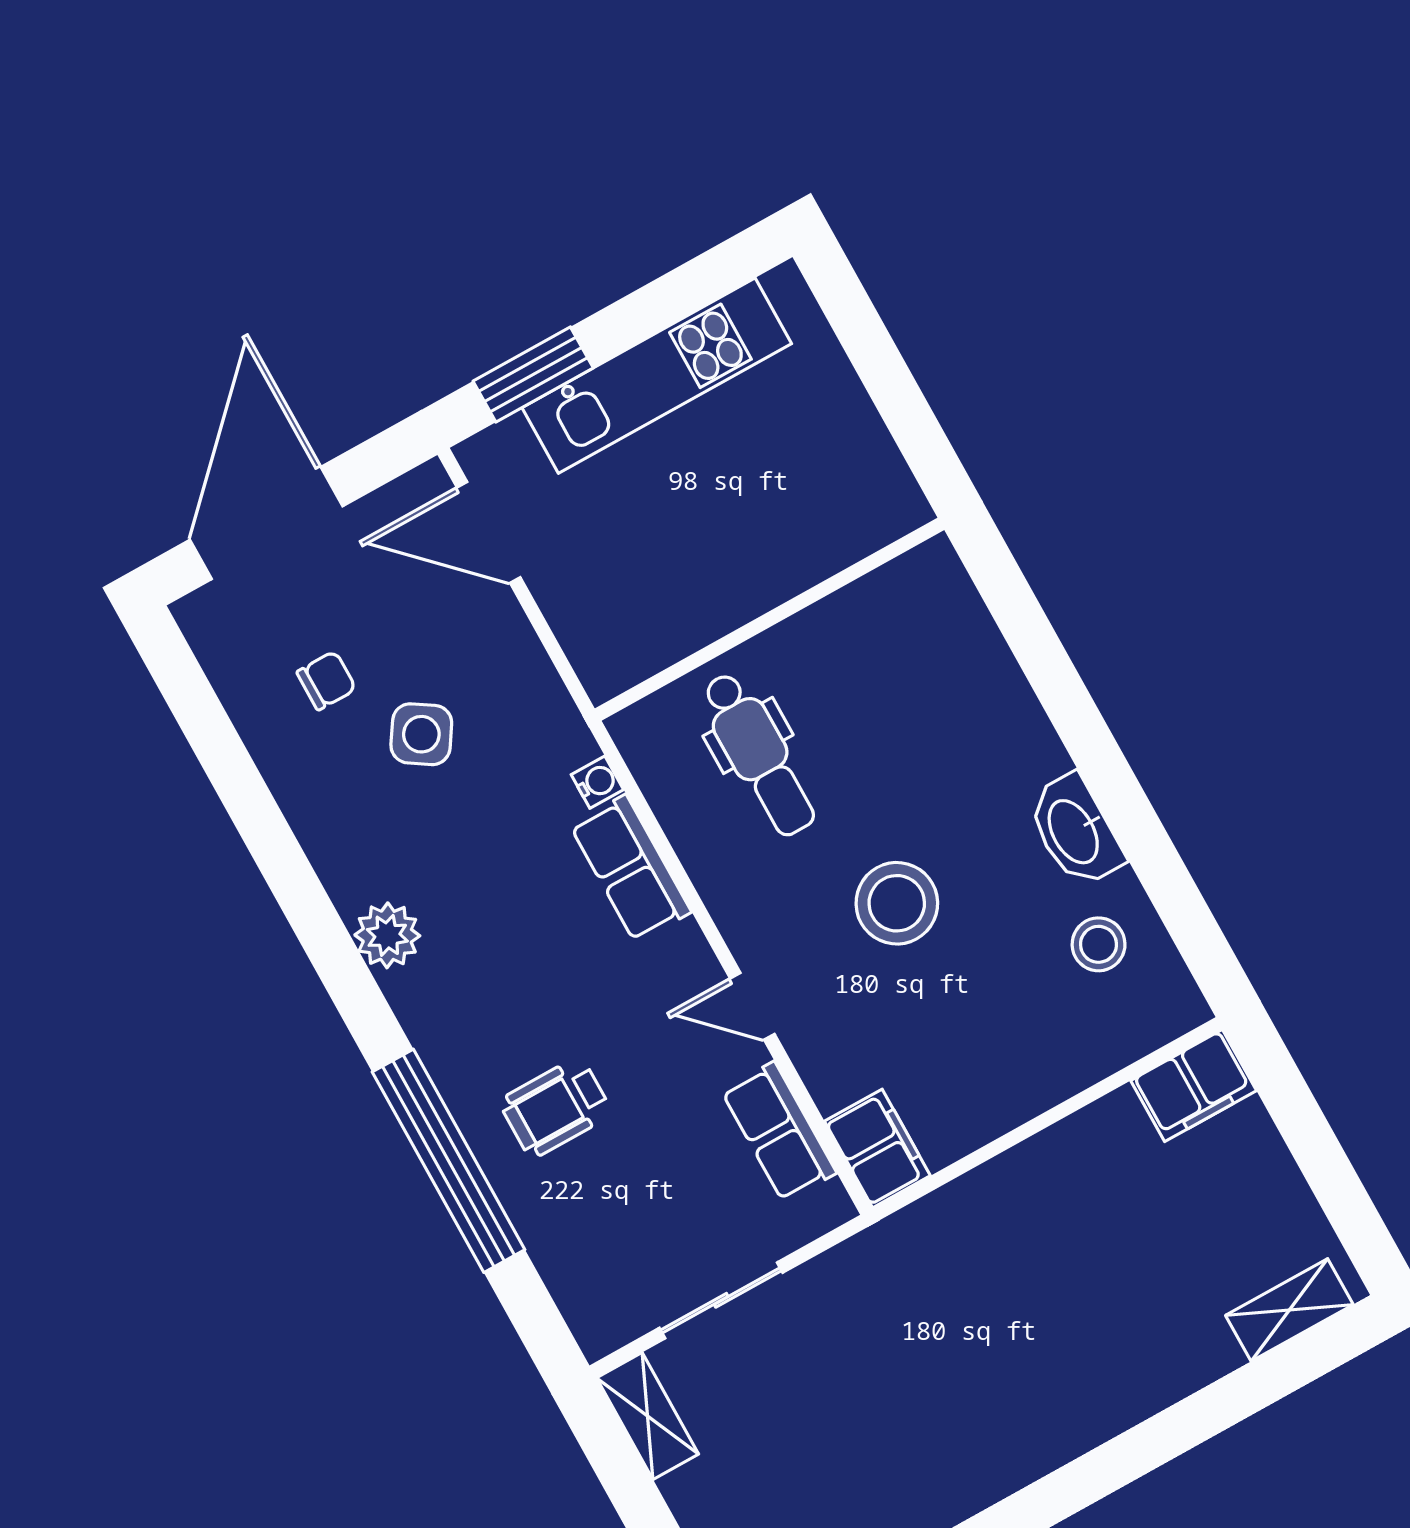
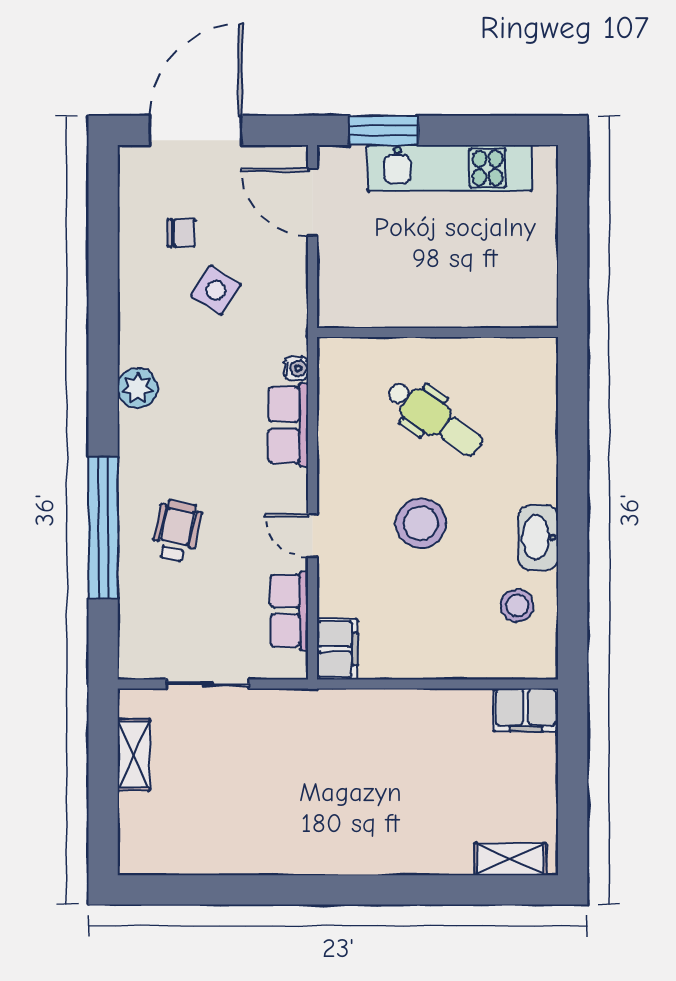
dental chair: (758, 754) -> (434, 418), moved, turned -55
wheelchair: (556, 1107) -> (177, 531), turned 102
shelving: (648, 1416) -> (134, 755), moved

